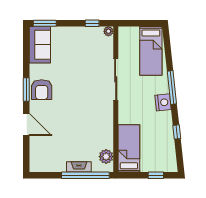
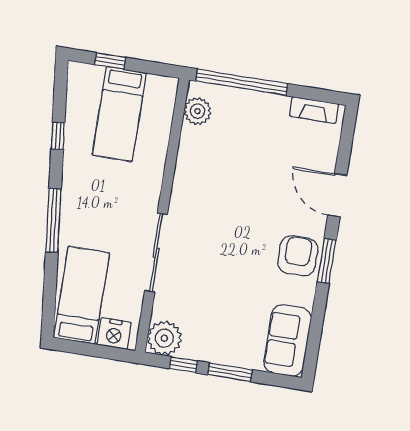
window: (45, 23) -> (230, 372), moved
plant: (108, 31) -> (164, 338), width x1.88, depth x1.88
nightstand: (163, 102) -> (114, 334), moved, turned -84
bed: (129, 148) -> (119, 114), moved
fireplace: (79, 167) -> (314, 110), moved

